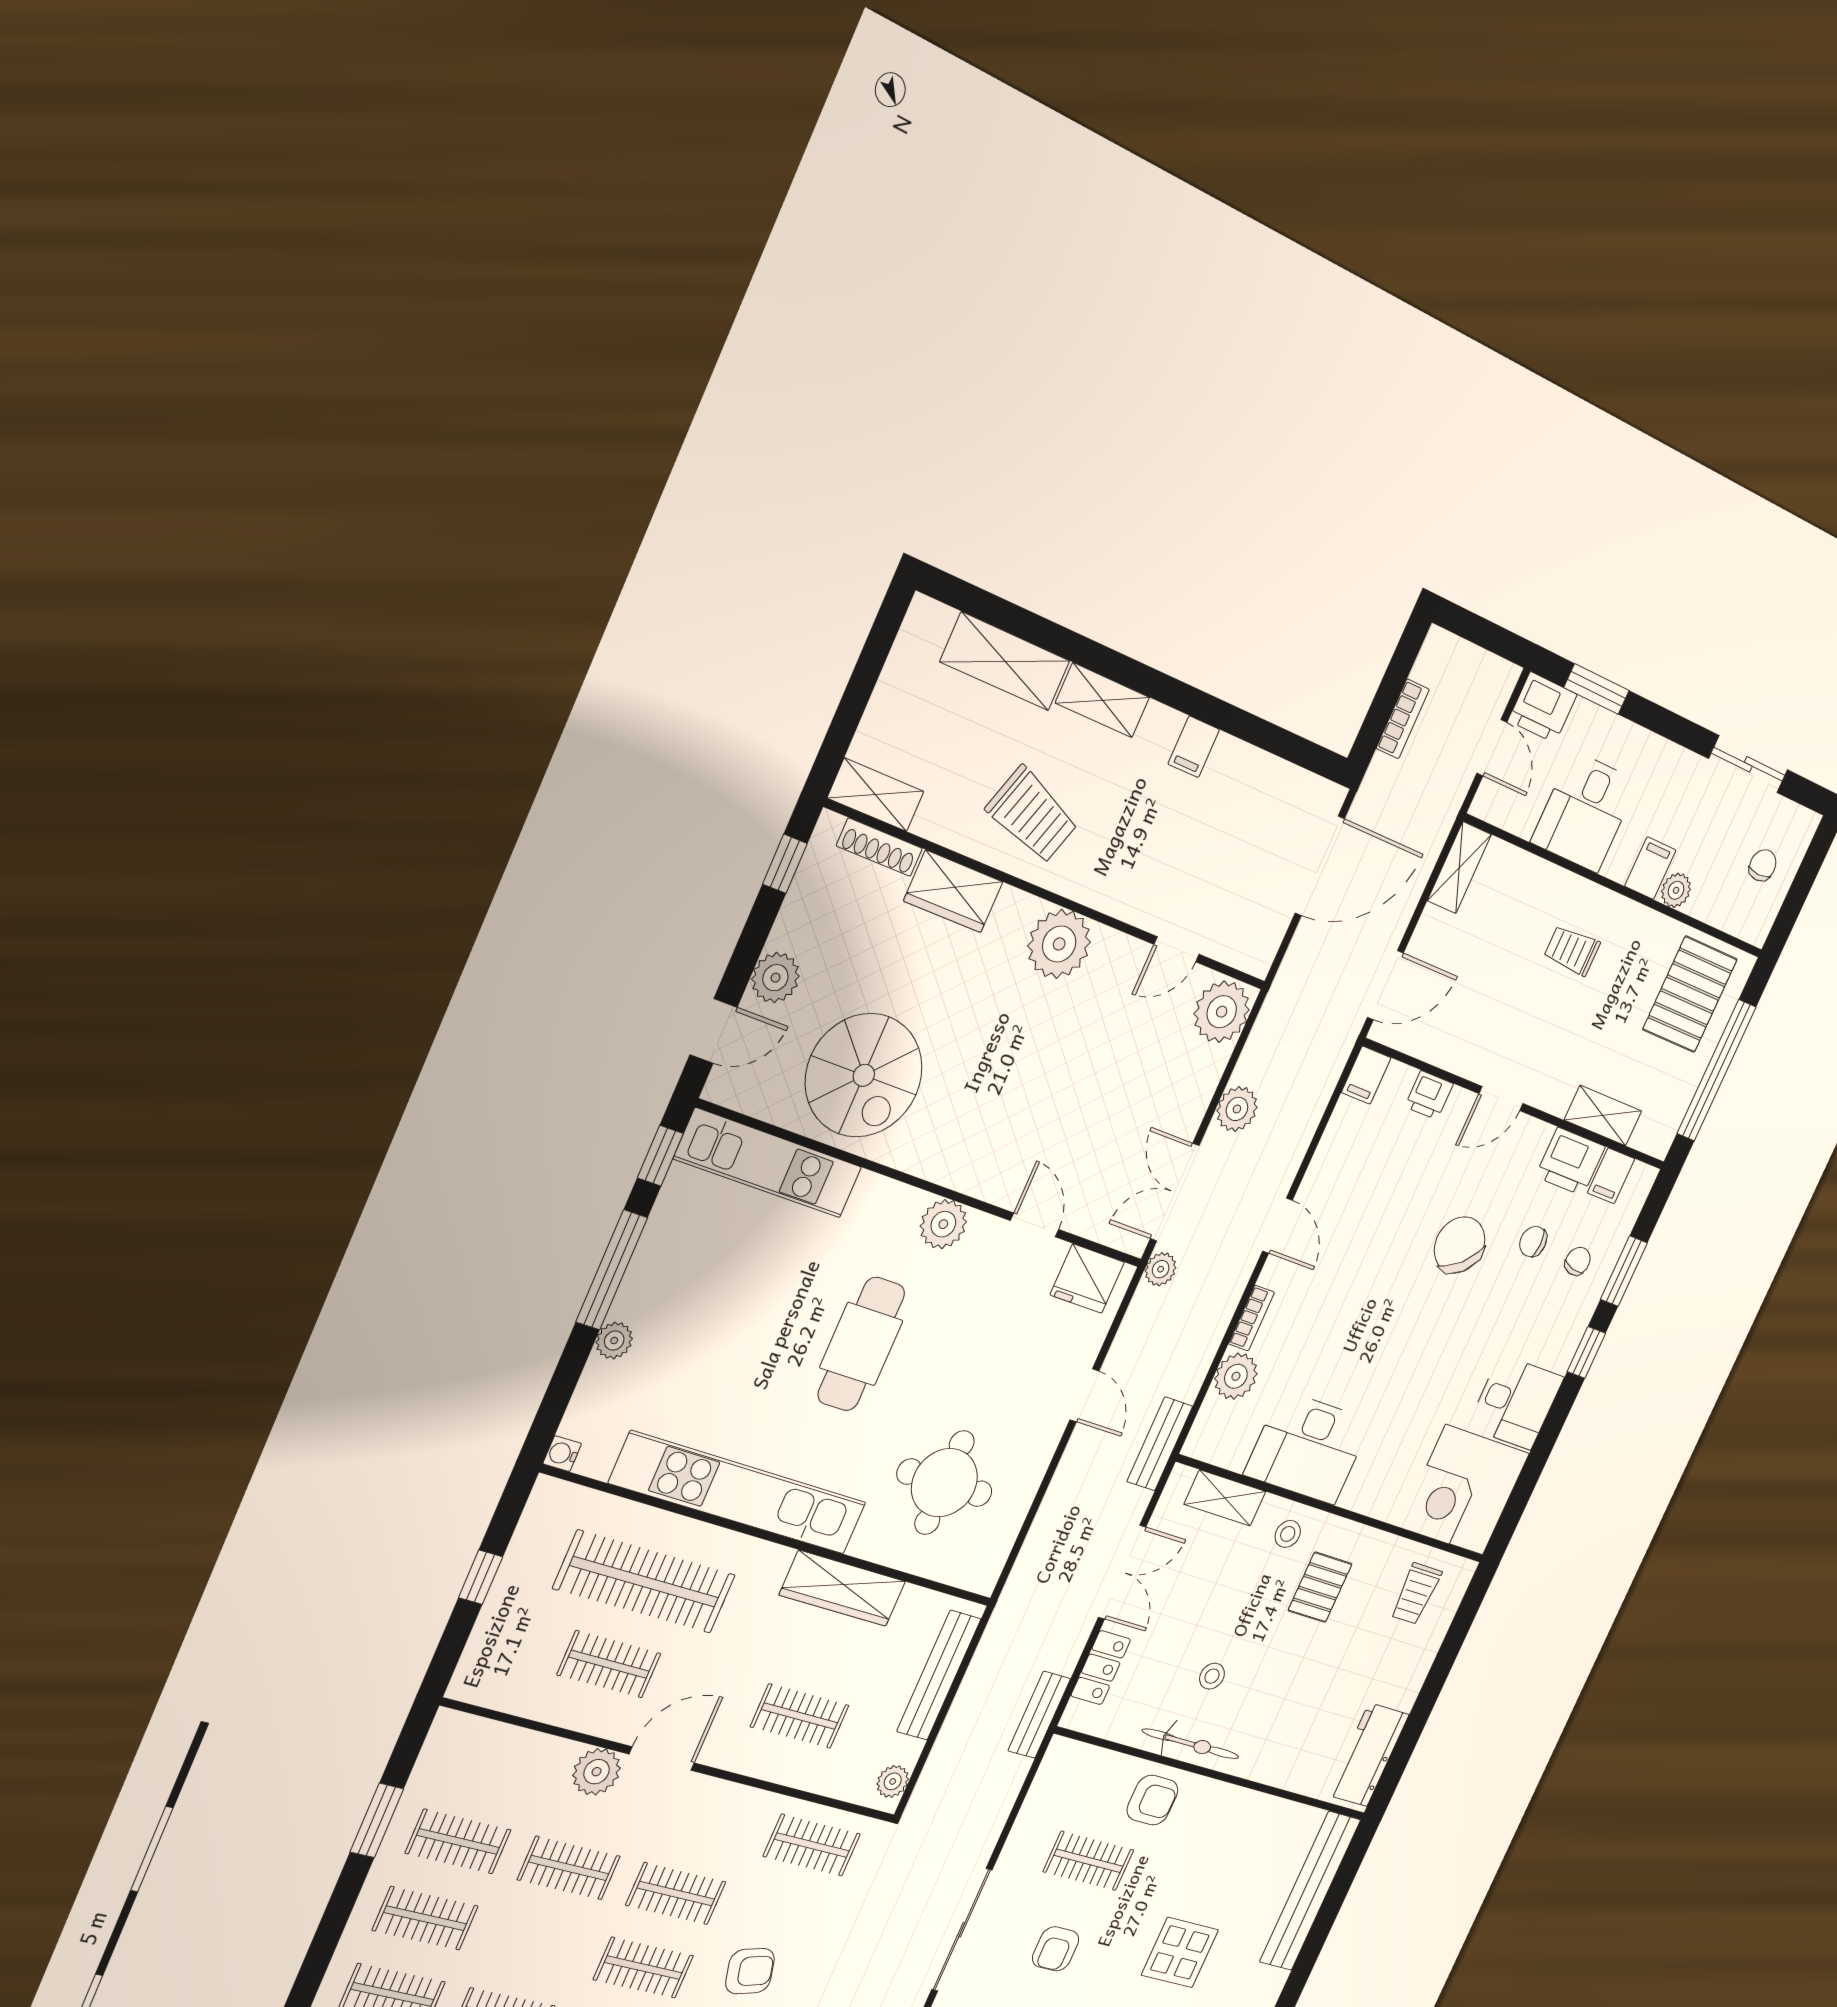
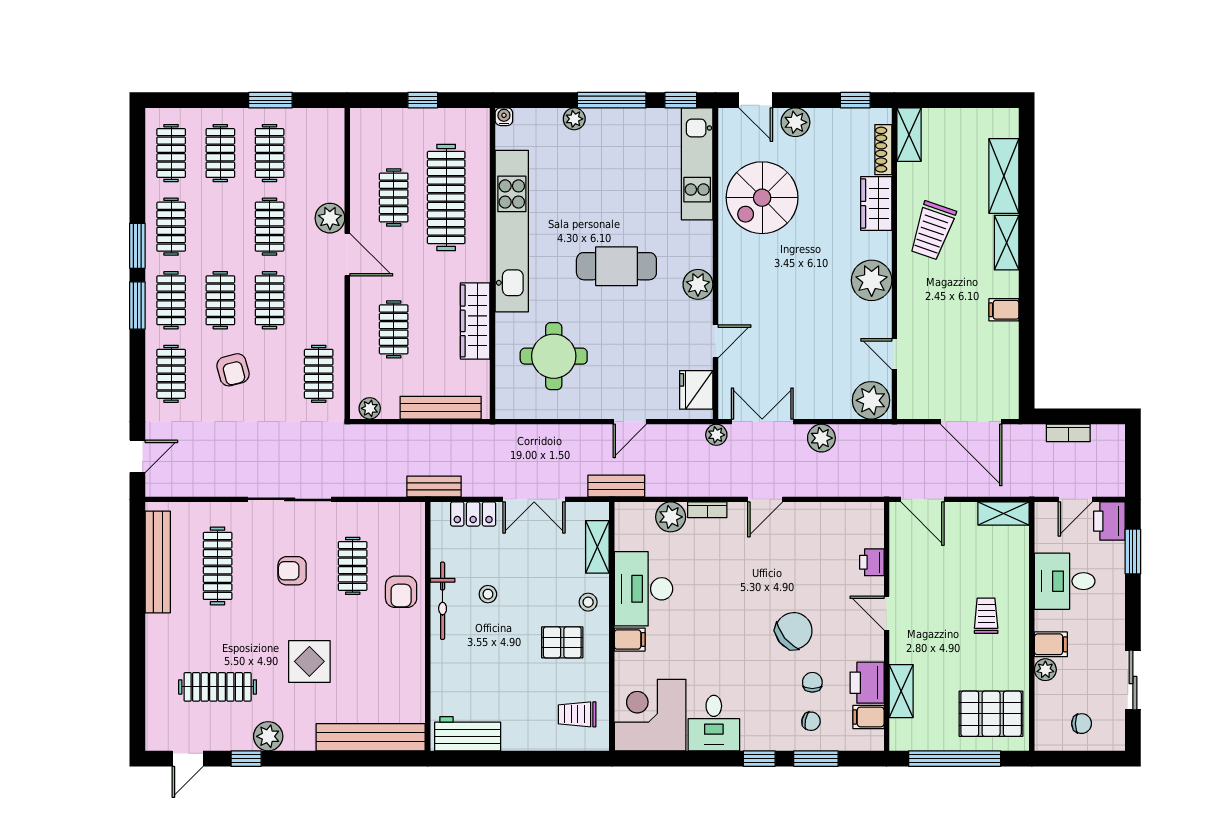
filing cabinet: (1366, 1075) -> (630, 640), moved, turned 180

